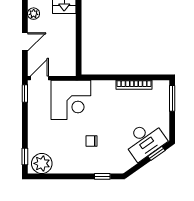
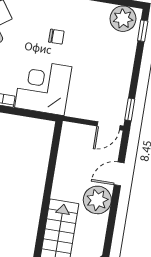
plant: (34, 14) -> (97, 200), width x1.88, depth x1.88
corner desk: (71, 100) -> (43, 87), moved

